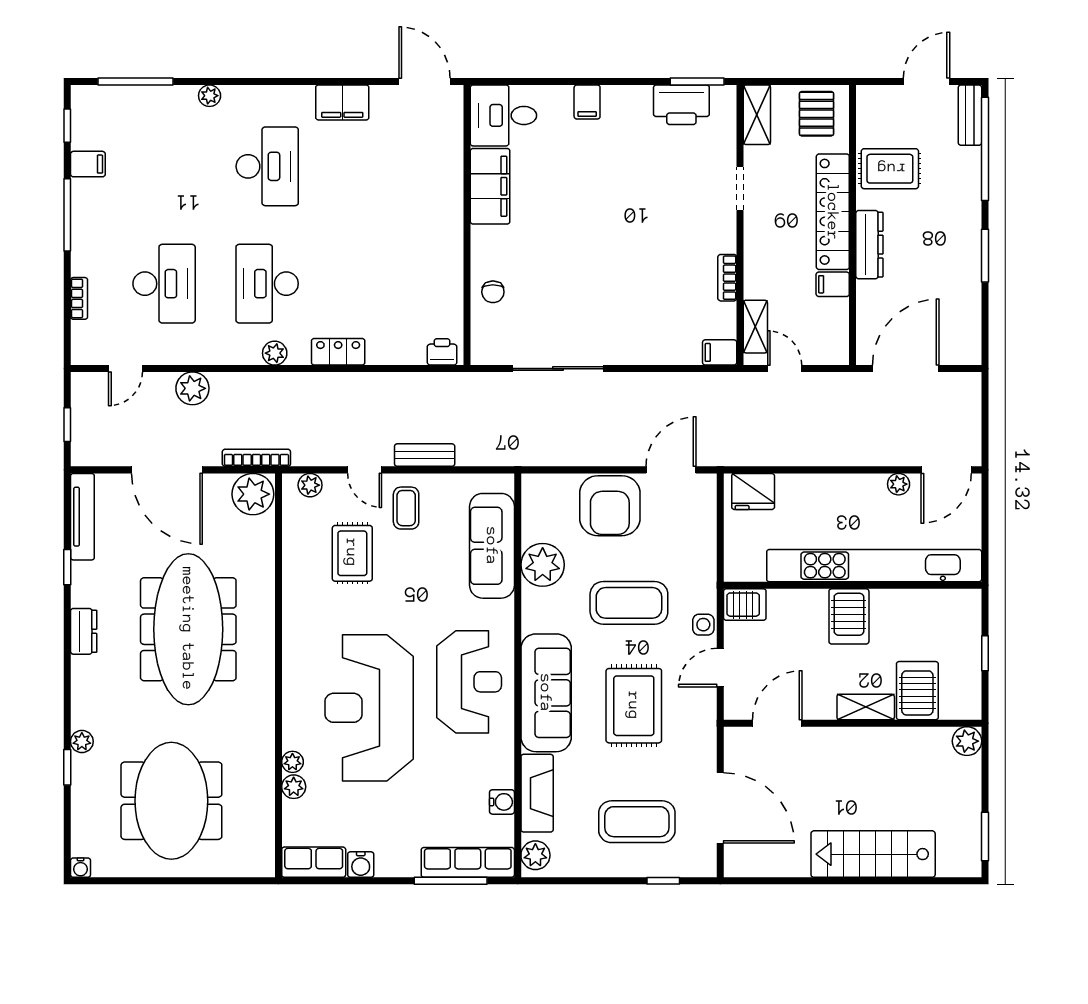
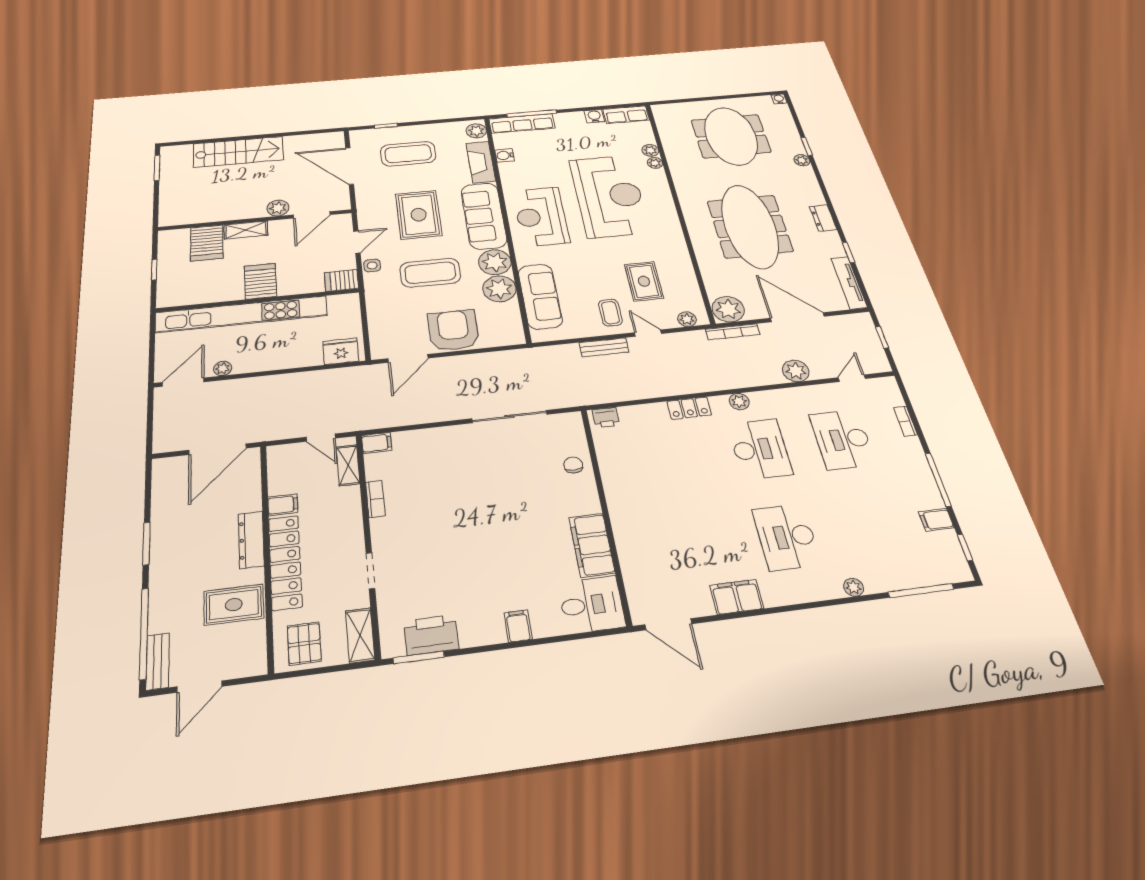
plant: (542, 610) -> (495, 262), added
plant: (967, 741) -> (278, 208), moved

